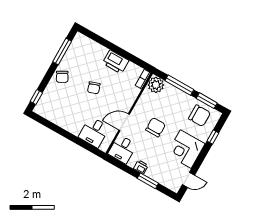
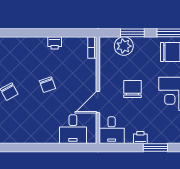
printer: (116, 62) -> (55, 43), width x0.53, depth x0.68
plant: (156, 85) -> (124, 46), moved
window: (179, 85) -> (132, 33), width x0.69

